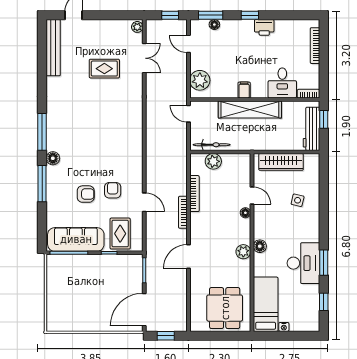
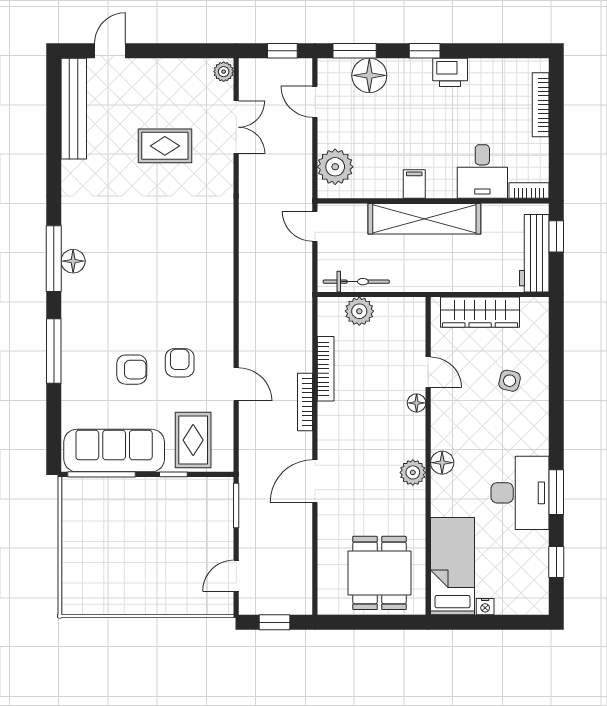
floor lamp: (214, 25) -> (369, 75), width x1.89, depth x1.89
floor lamp: (53, 158) -> (73, 261), moved
door: (144, 310) -> (236, 576), width x0.53

